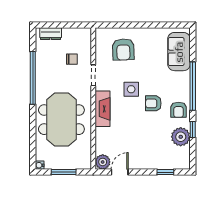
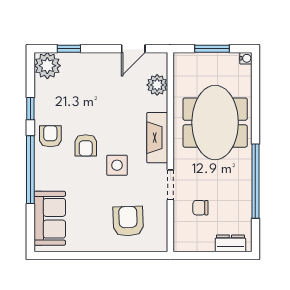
armchair: (153, 103) -> (86, 145), turned 90
plant: (181, 137) -> (47, 66), moved
plant: (103, 162) -> (157, 85), moved

